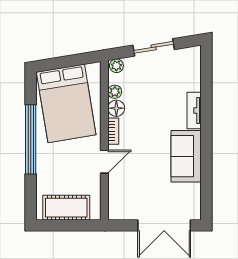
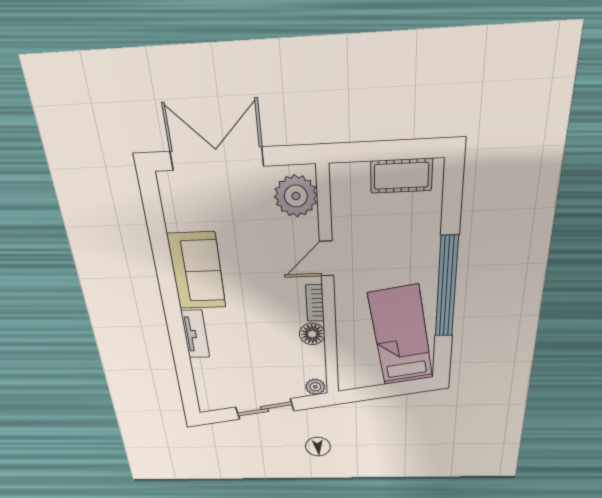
plant: (115, 92) -> (296, 196), moved, width x1.88, depth x1.88
bed: (66, 103) -> (401, 336), width x0.67
cot: (66, 208) -> (401, 176), width x0.73, depth x0.75

